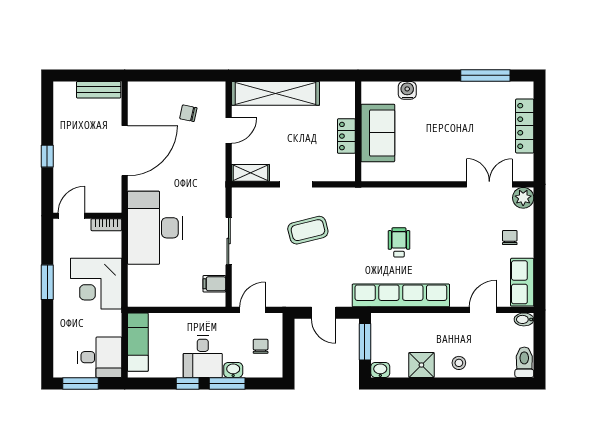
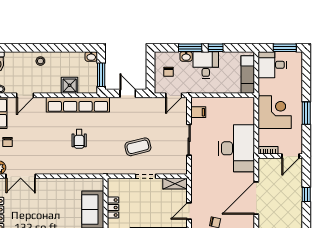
shower: (421, 365) -> (70, 85), moved

